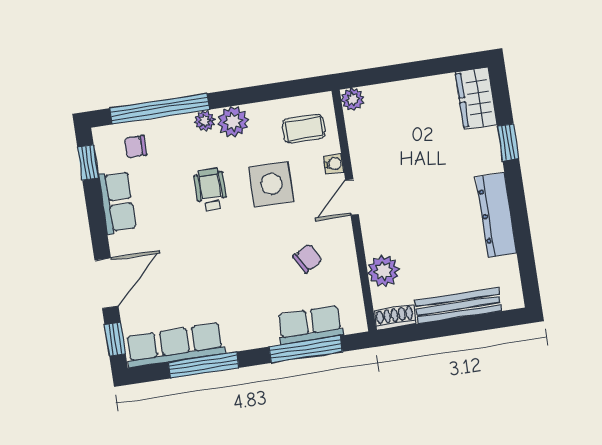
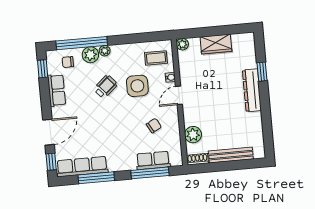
wardrobe: (476, 98) -> (216, 44), moved, turned -90
plant: (233, 122) -> (90, 55), moved
wheelchair: (210, 190) -> (106, 87), turned 49
dresser: (496, 215) -> (252, 90), moved

